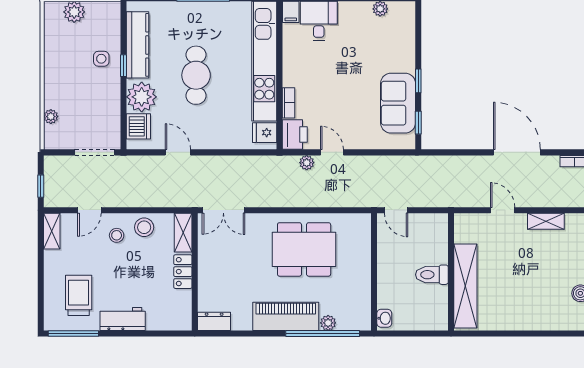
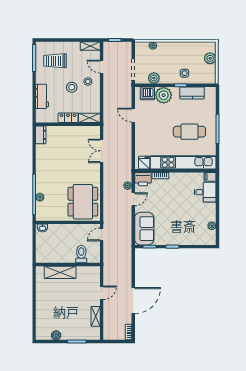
kitchen counter: (138, 45) -> (192, 93), width x0.67
cafe table: (196, 75) -> (189, 132), moved
sofa: (398, 103) -> (144, 229), moved, turned 90
plant: (110, 115) -> (154, 78), added
door: (178, 152) -> (133, 115), swing flipped
double door: (223, 210) -> (102, 151), moved
stool: (144, 227) -> (72, 87), moved
dining table: (304, 249) -> (83, 202), moved
toilet: (432, 275) -> (81, 254), moved
shelving: (465, 286) -> (60, 272), width x0.68
trolley: (79, 295) -> (55, 61), turned 180
piano: (286, 316) -> (44, 174), removed
workbench: (123, 319) -> (42, 96), moved

